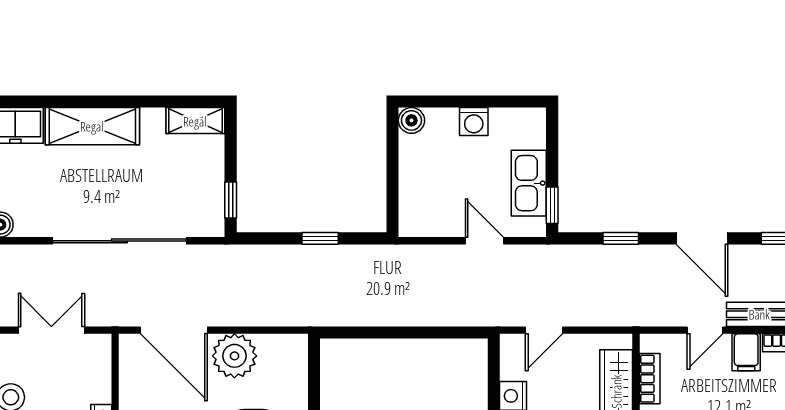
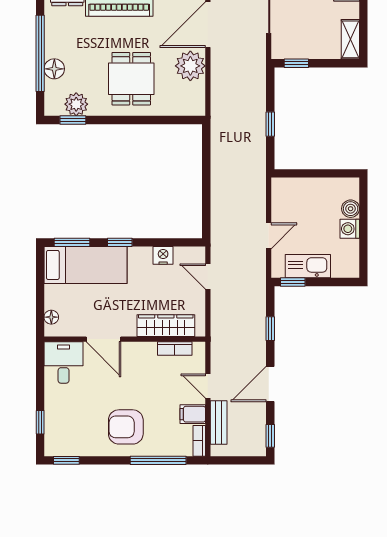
boiler: (411, 120) -> (351, 209), moved

